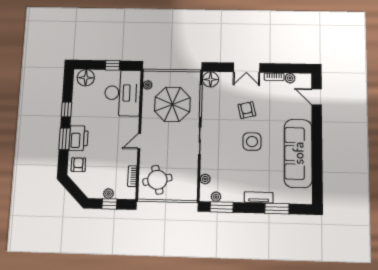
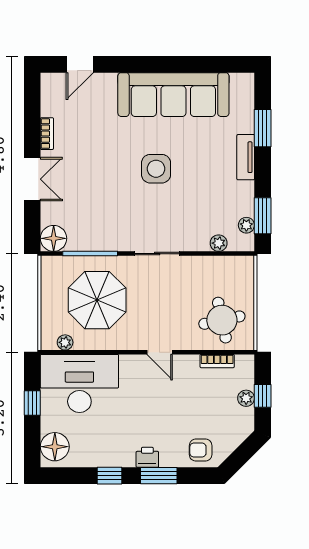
plant: (290, 78) -> (49, 107), removed
armchair: (247, 110) -> (104, 178), removed
printer: (79, 138) -> (147, 457), width x0.53, depth x0.68

